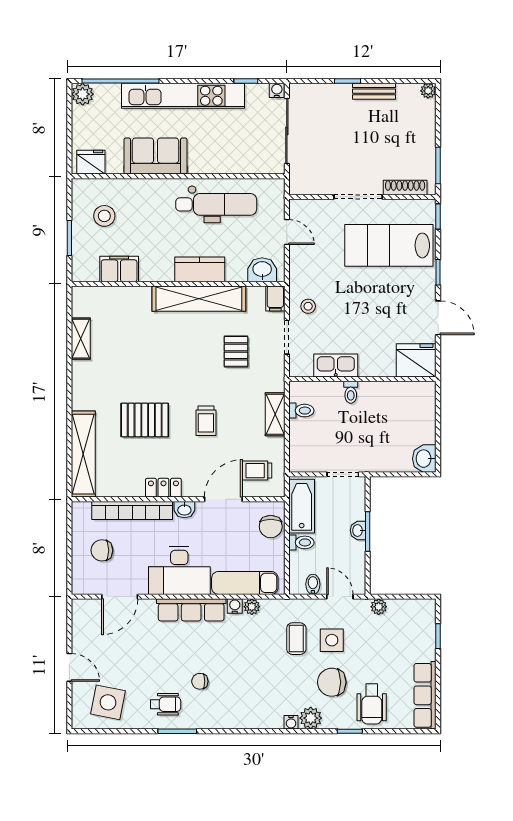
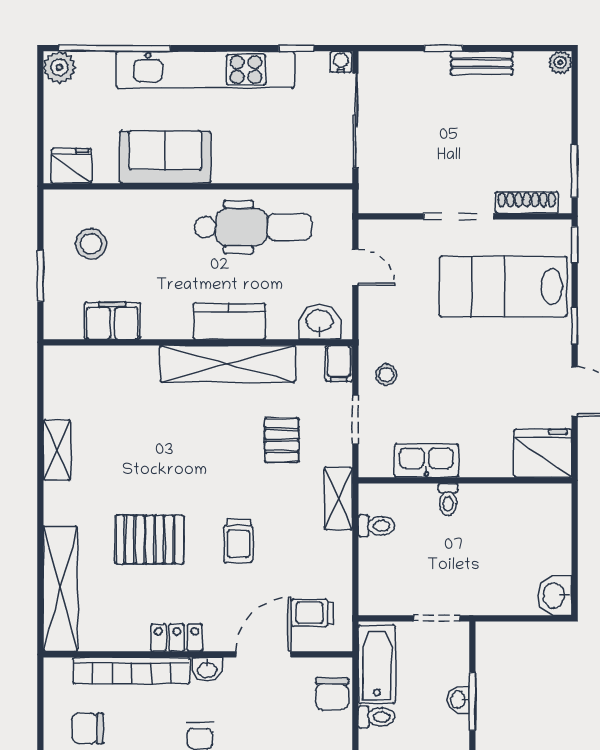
shelving: (81, 339) -> (57, 450), moved
shelving: (275, 414) -> (338, 499), moved

